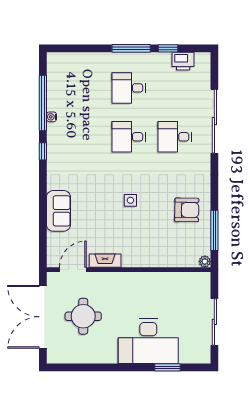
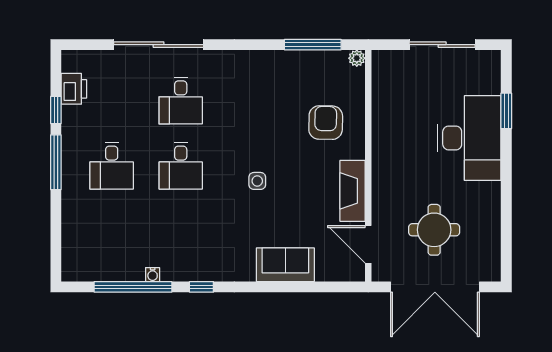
side table: (130, 200) -> (257, 181), moved
armchair: (187, 210) -> (326, 123), moved
fireplace: (105, 261) -> (352, 191), width x1.37, depth x1.32

